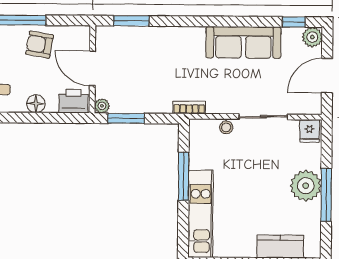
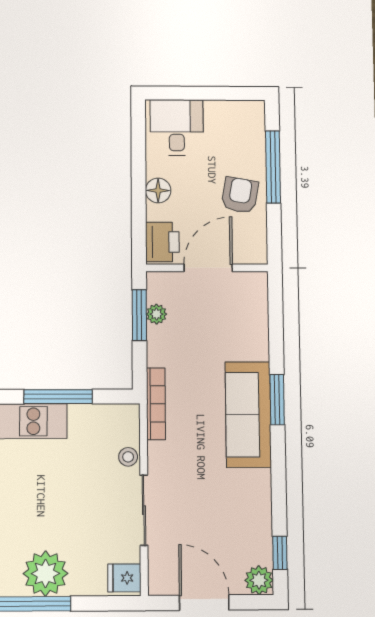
window: (131, 21) -> (277, 400), moved
sofa: (243, 42) -> (248, 415), moved
plant: (102, 106) -> (156, 314), moved
bookcase: (189, 107) -> (156, 404), width x1.56

